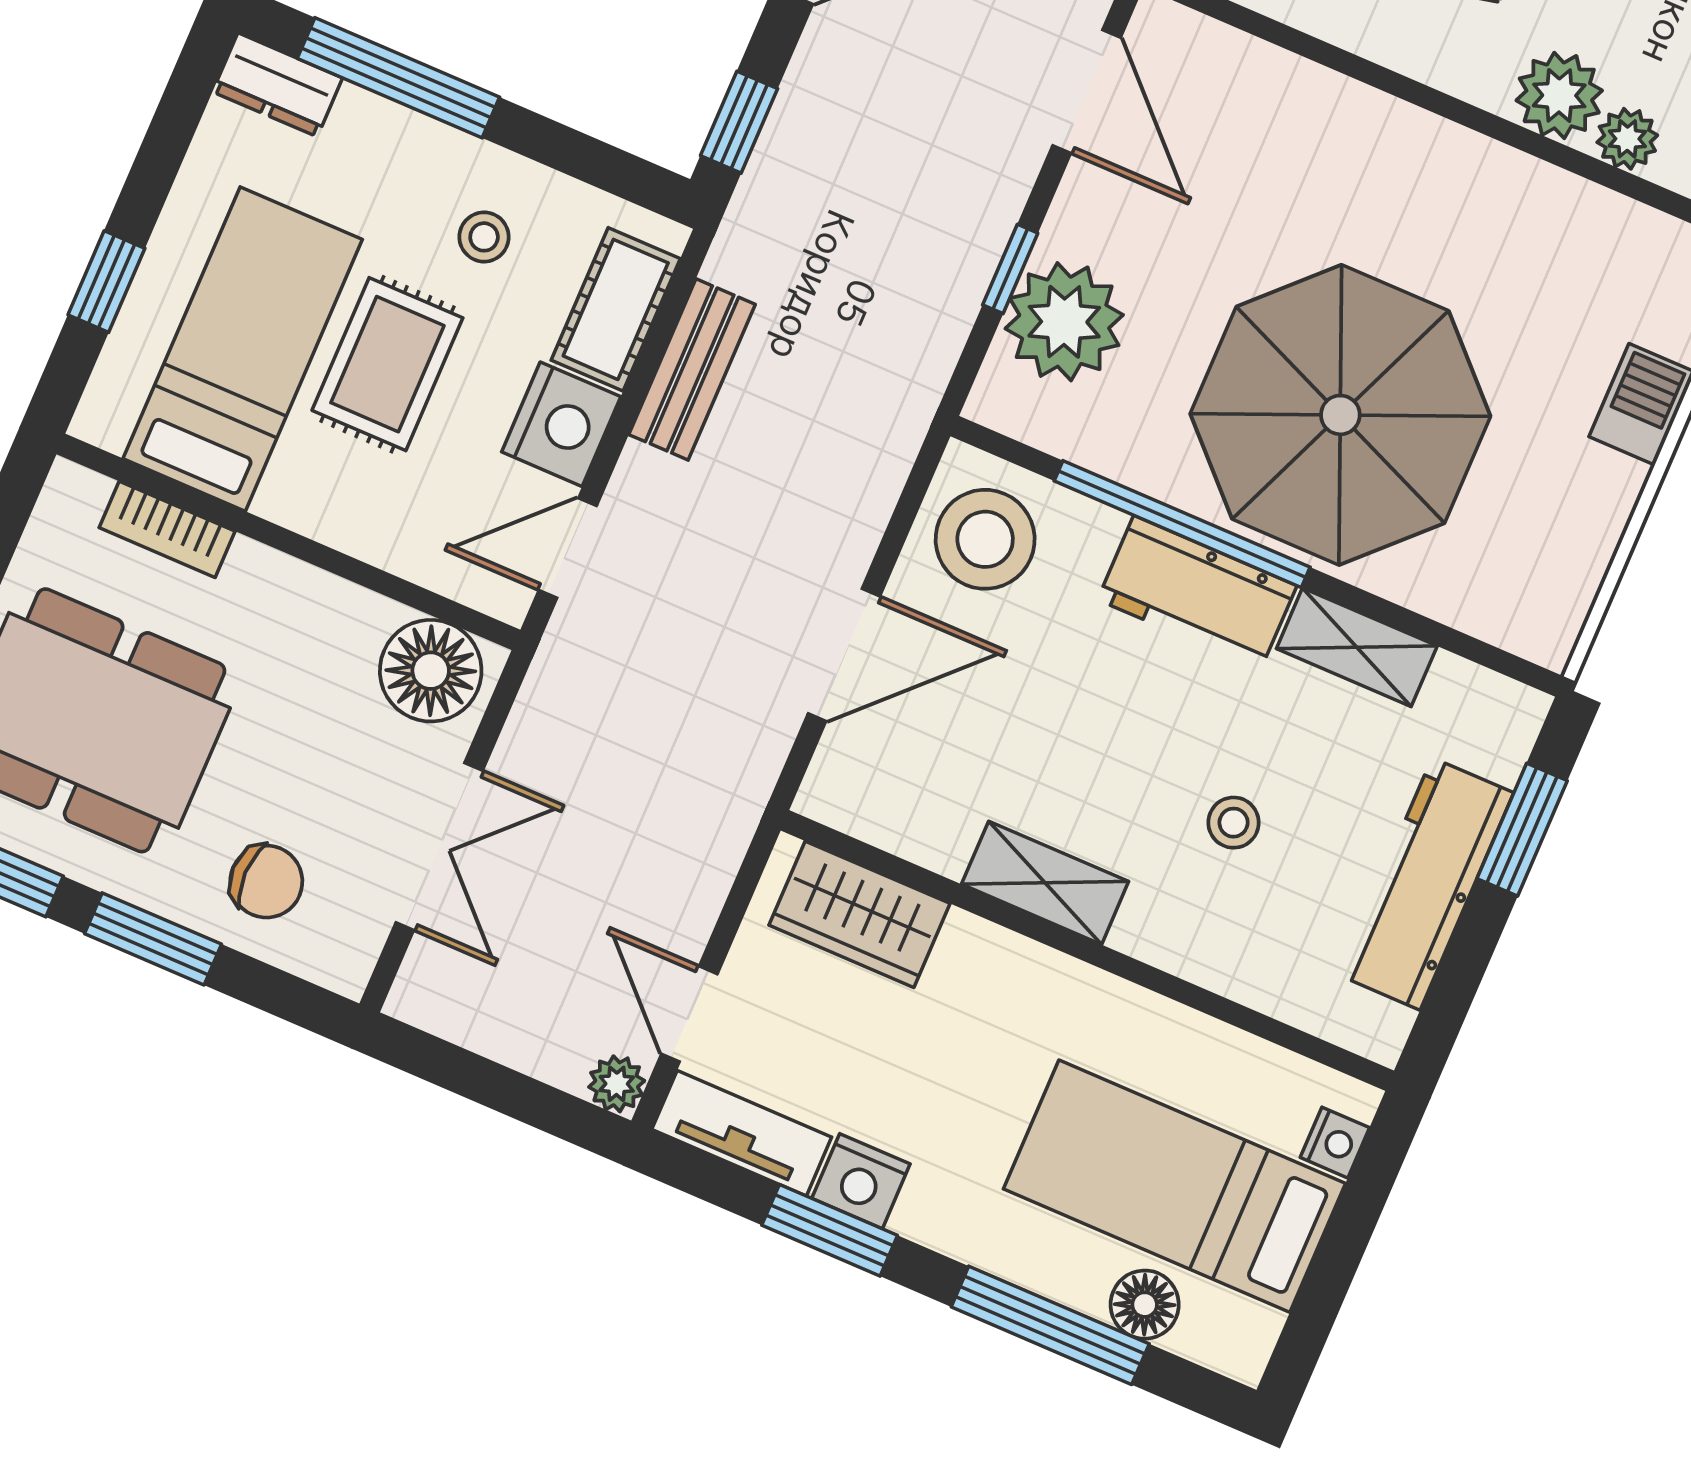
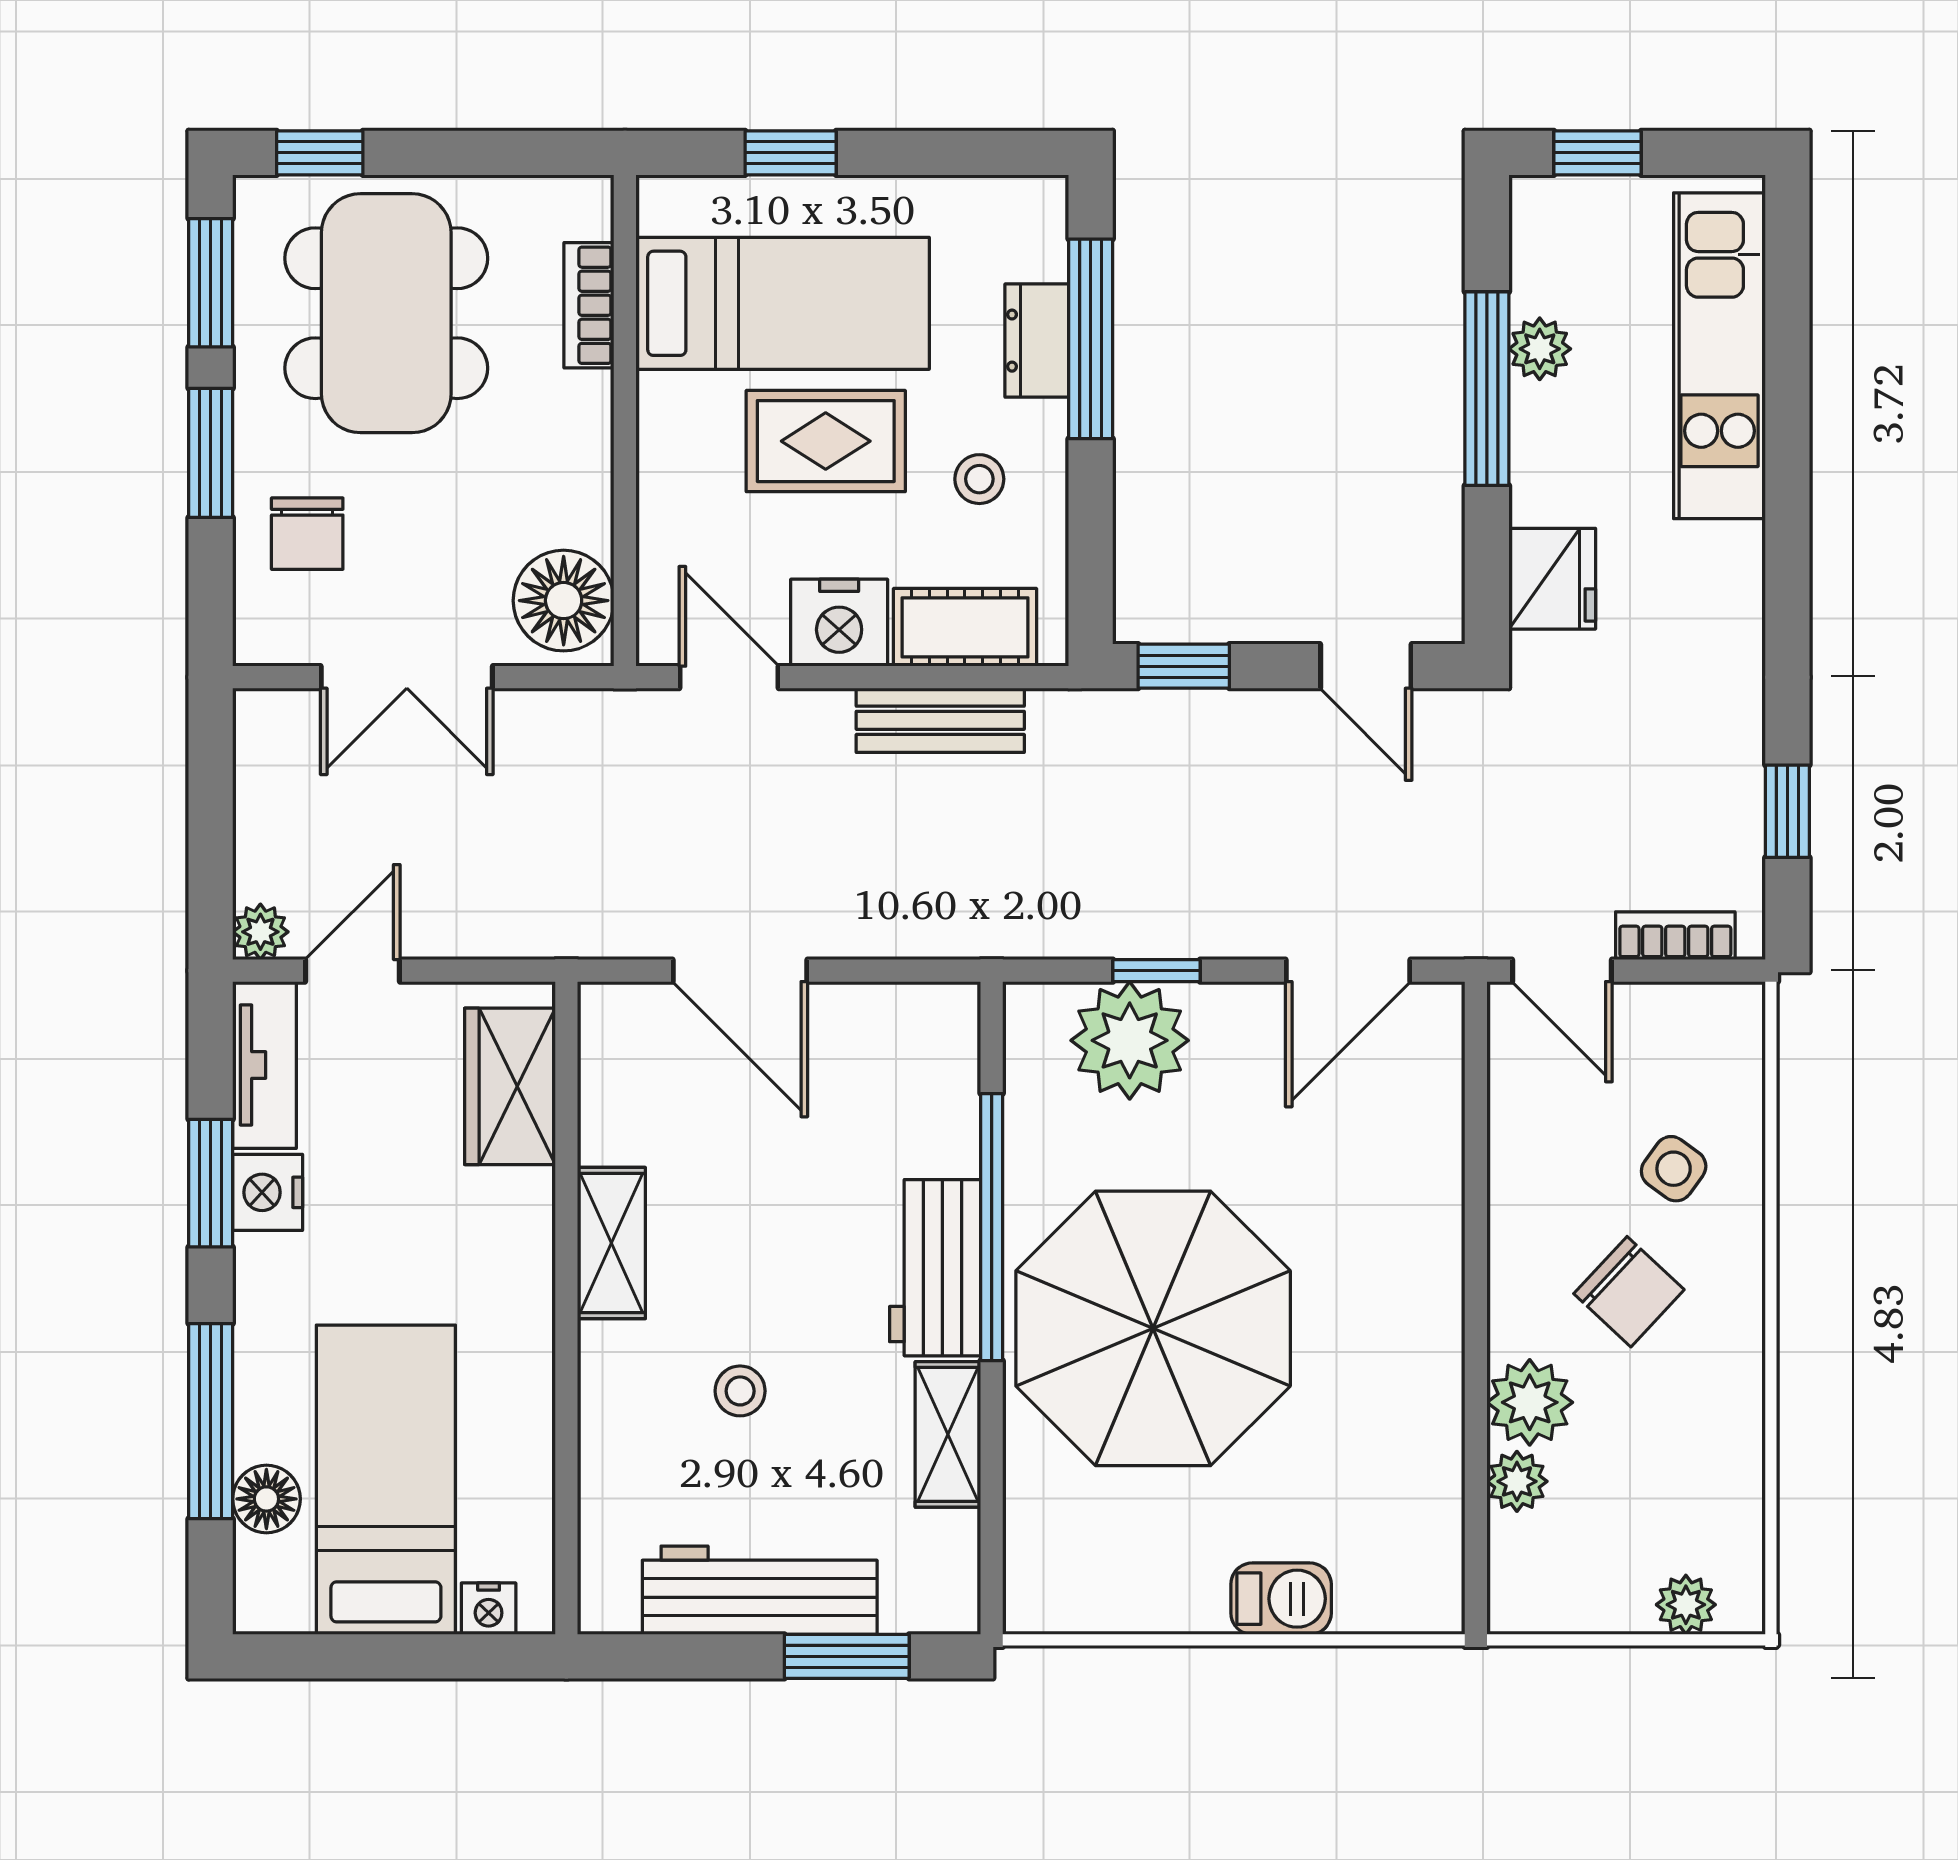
dresser: (278, 85) -> (1037, 341), moved
stool: (985, 539) -> (901, 1054), removed

